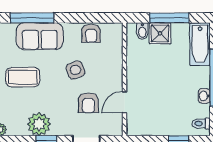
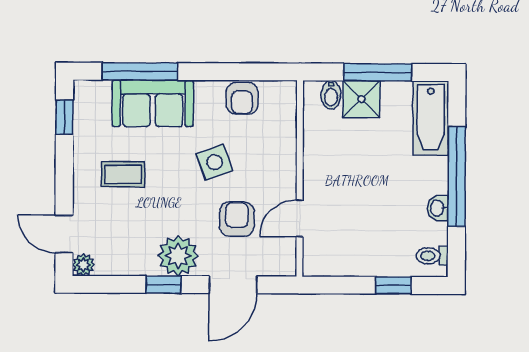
coffee table: (23, 77) -> (123, 174), width x0.73, depth x0.77
armchair: (88, 103) -> (237, 219), turned 180
plant: (39, 124) -> (178, 256), moved

